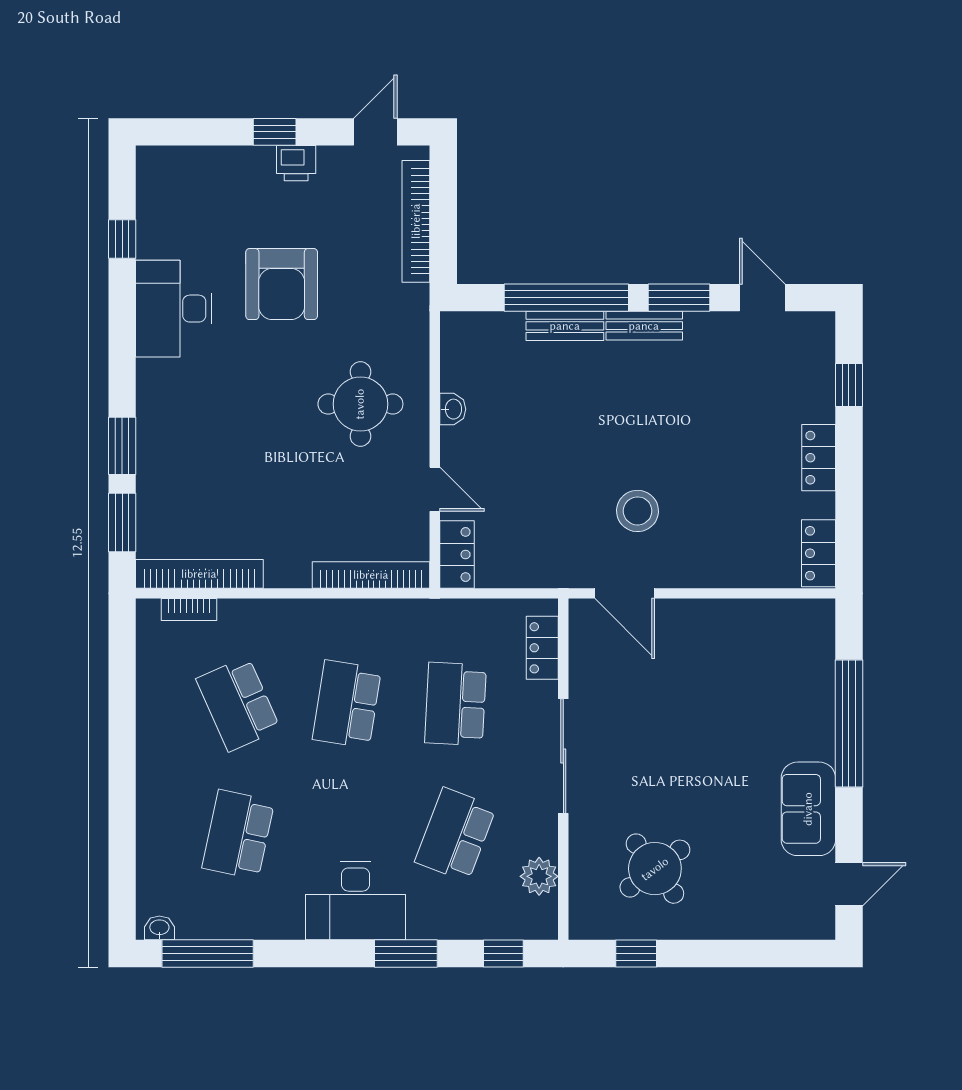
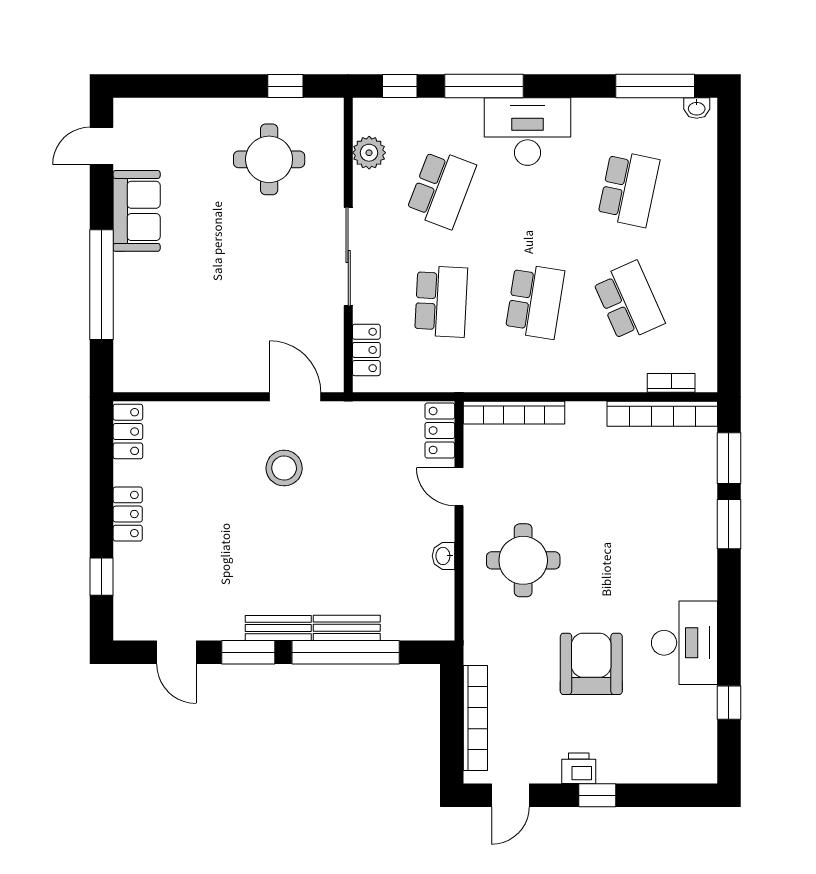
round table: (655, 869) -> (269, 159), turned 37
window: (406, 954) -> (484, 86), width x1.44

